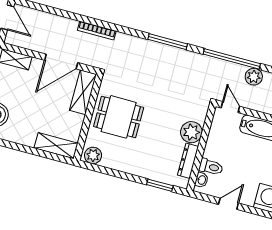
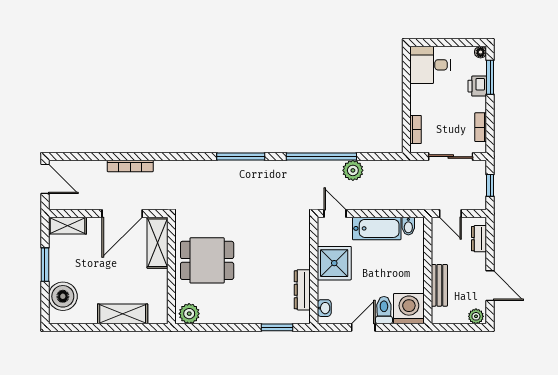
bookcase: (97, 31) -> (130, 166), moved
plant: (191, 132) -> (297, 255), removed
shelving: (56, 146) -> (123, 314), moved
shower: (219, 146) -> (334, 263), added
toilet: (211, 167) -> (384, 310), moved, turned -90

